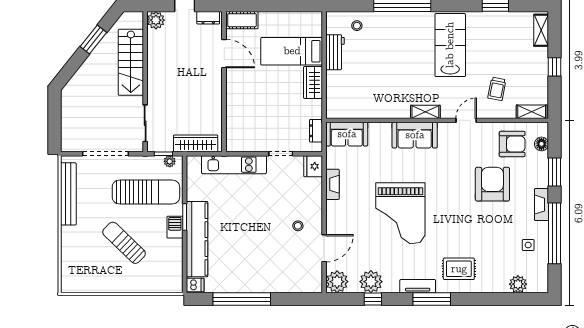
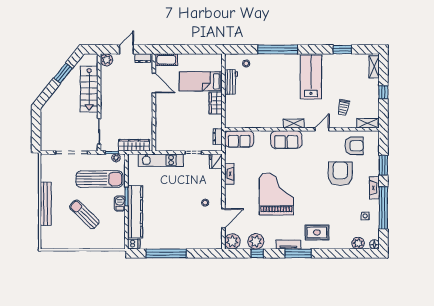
floor lamp: (541, 144) -> (374, 244), moved
bench: (68, 194) -> (46, 204), moved
grand piano: (400, 213) -> (276, 194), turned 180

